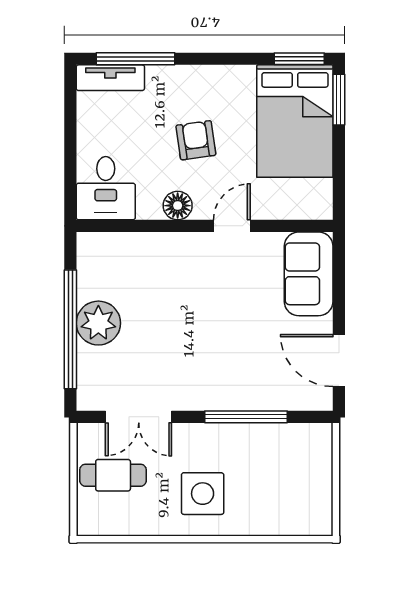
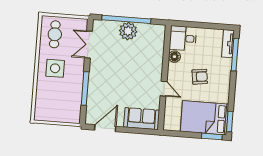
floor lamp: (178, 206) -> (174, 57), moved
cafe table: (113, 475) -> (55, 34), moved

